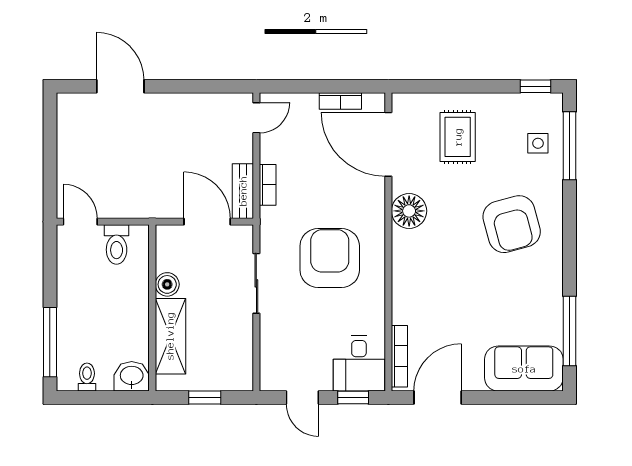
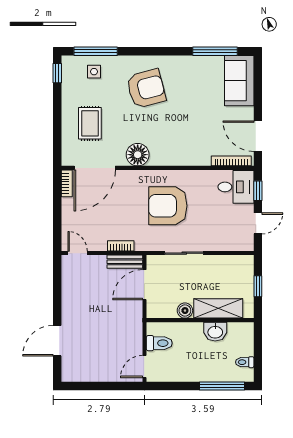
bookcase: (340, 101) -> (67, 183), moved
rug: (458, 137) -> (90, 123), turned 90
washbasin: (132, 376) -> (215, 332), moved, turned -90

